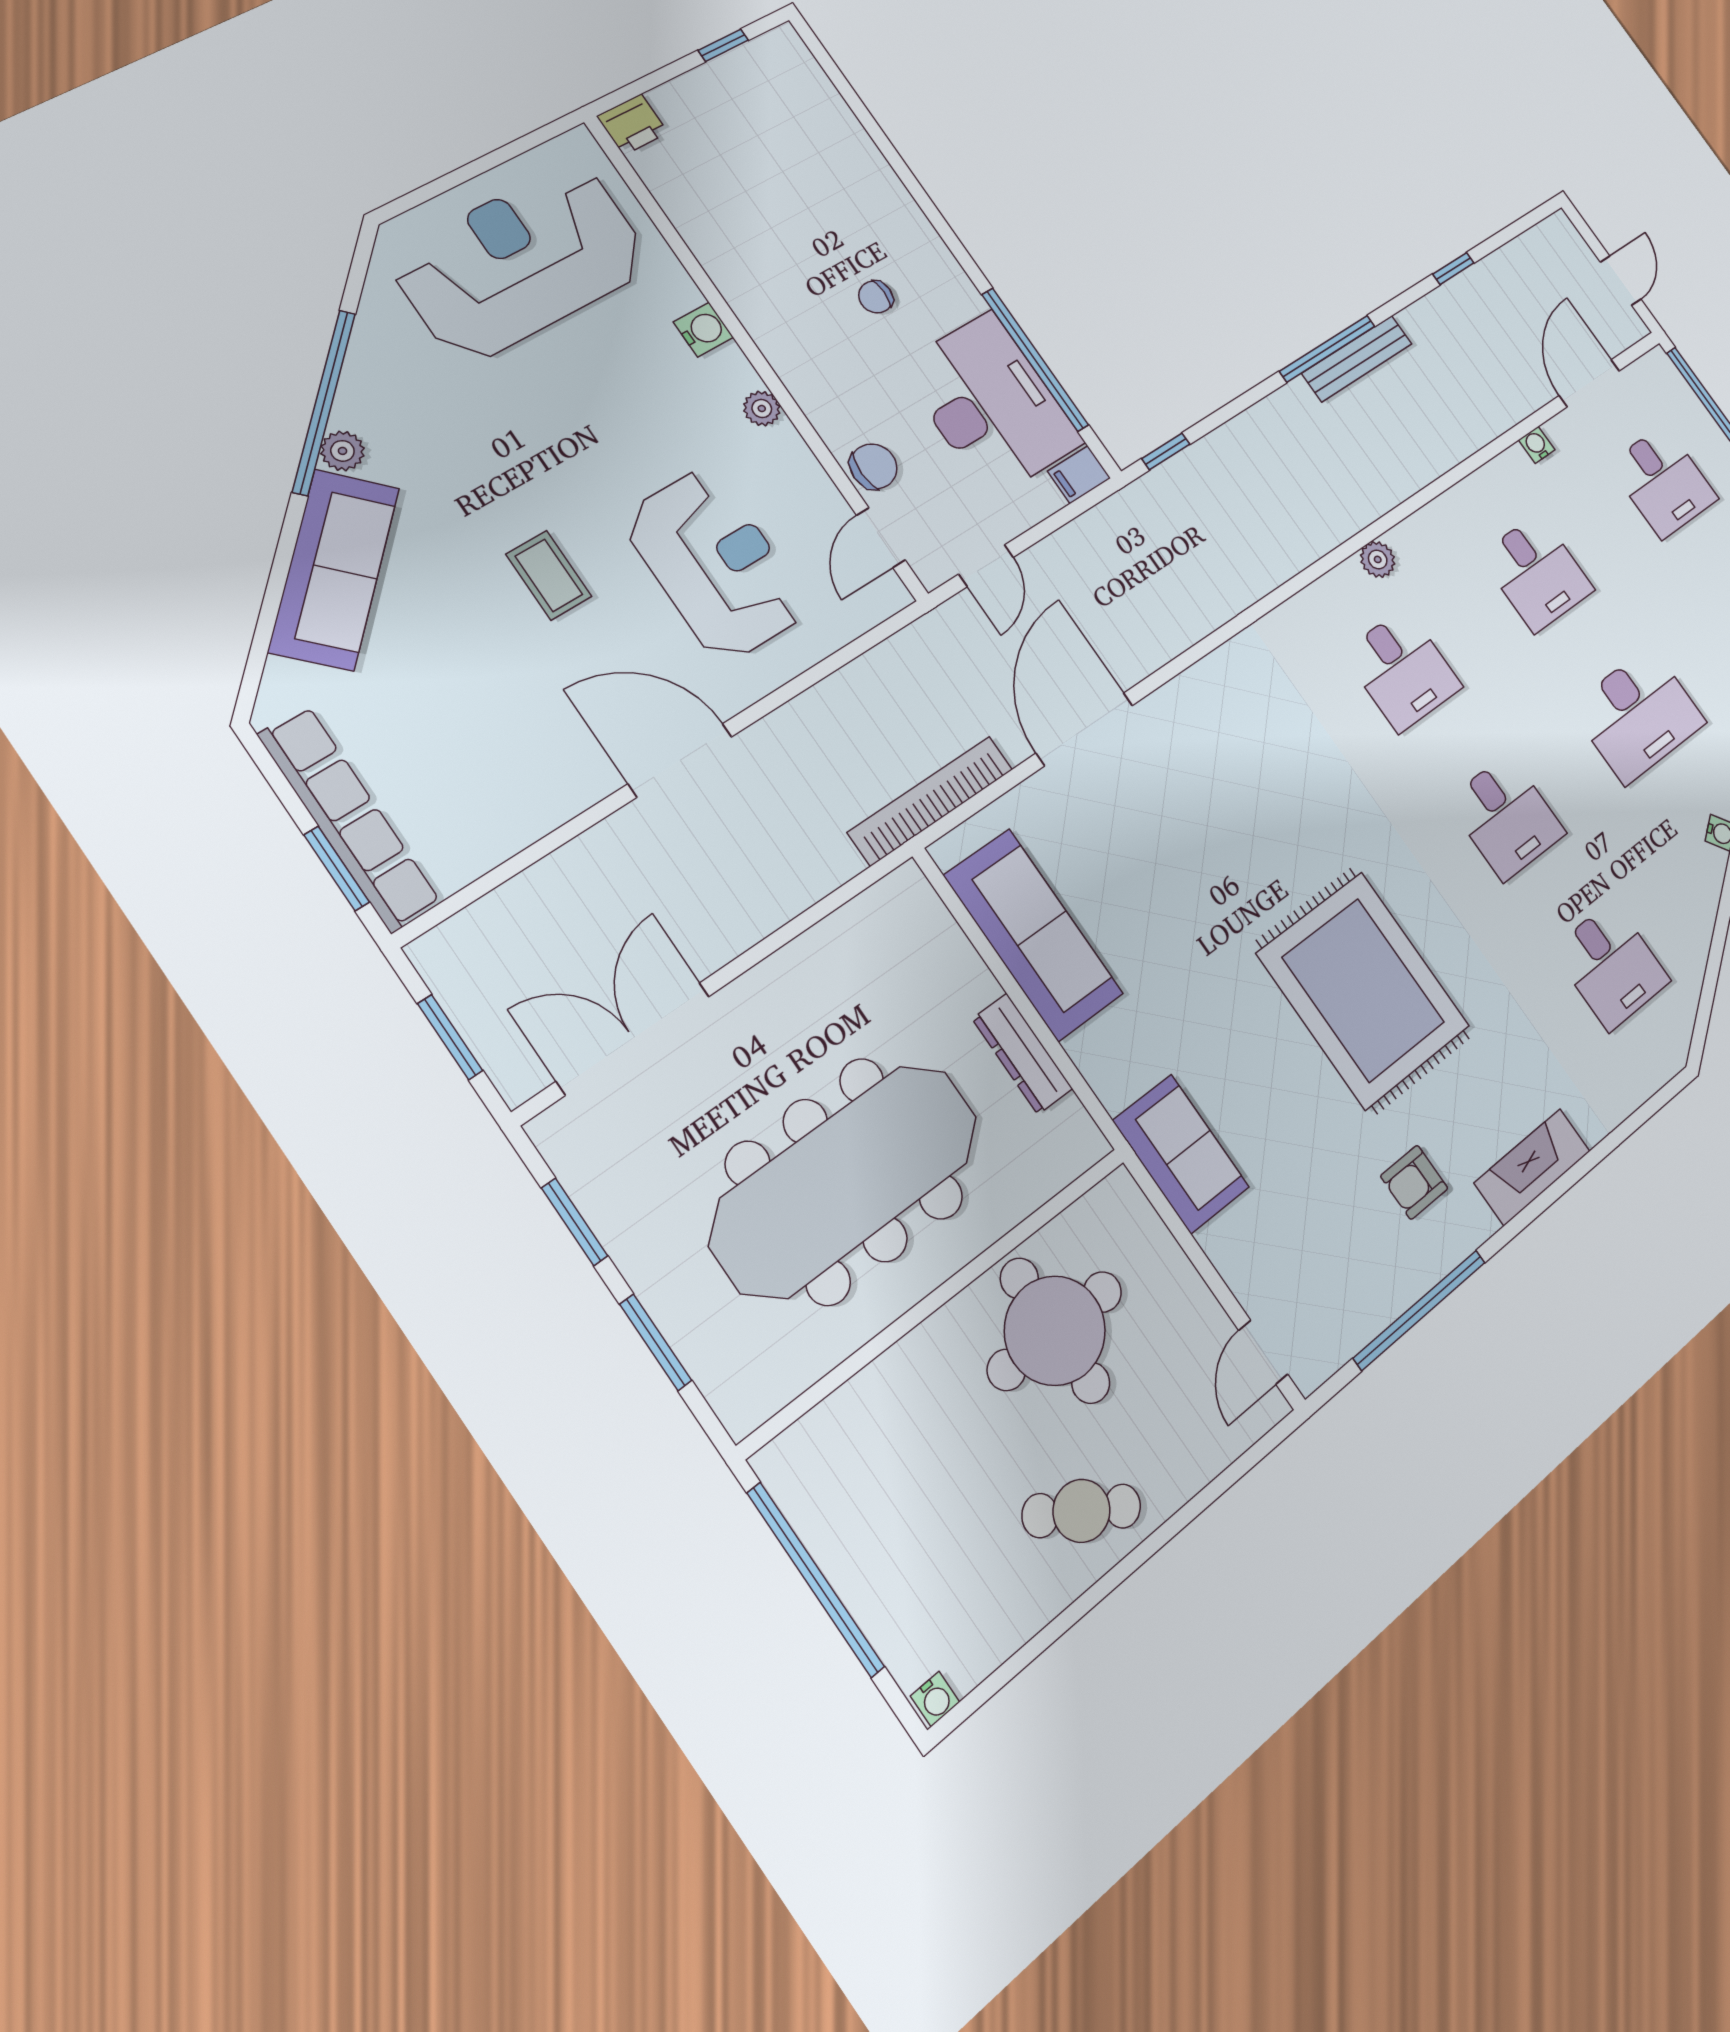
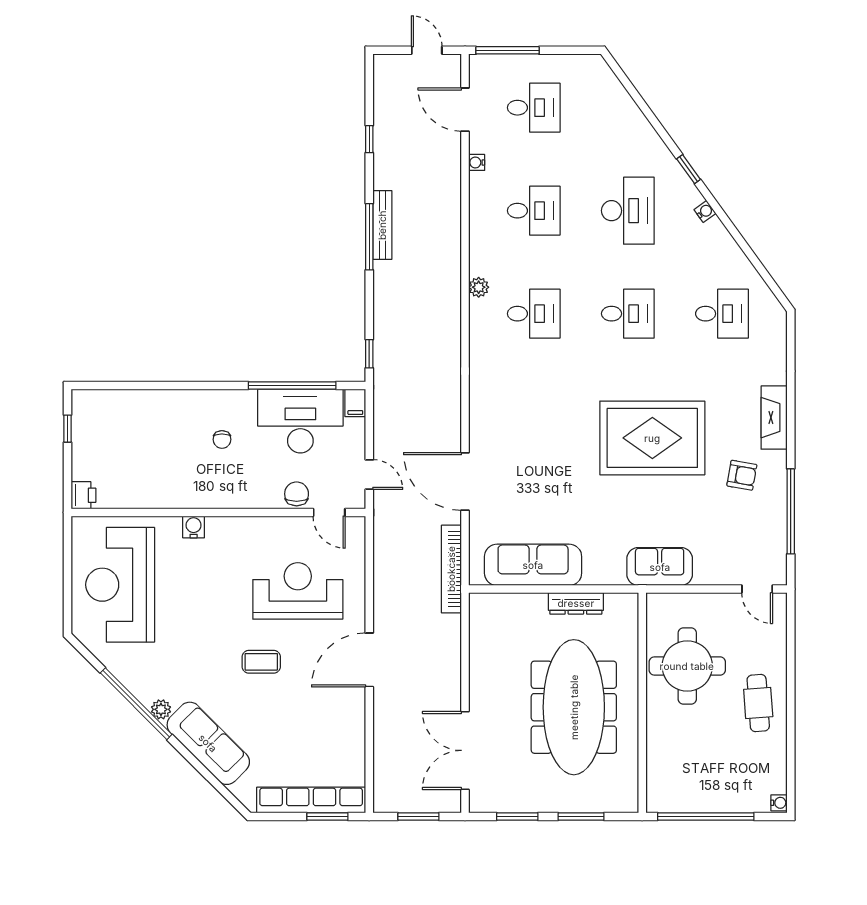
plant: (762, 409) -> (243, 525), removed
armchair: (1414, 1182) -> (742, 475), turned -80
cafe table: (1082, 1511) -> (758, 703), turned -36

